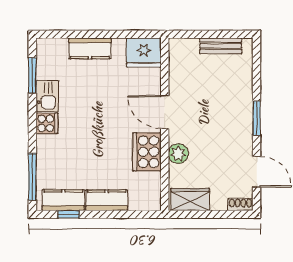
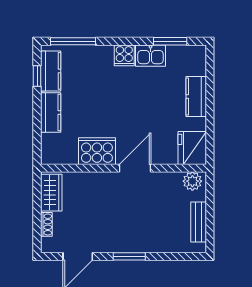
plant: (178, 154) -> (192, 181), moved
shoe rack: (240, 205) -> (46, 224), moved

